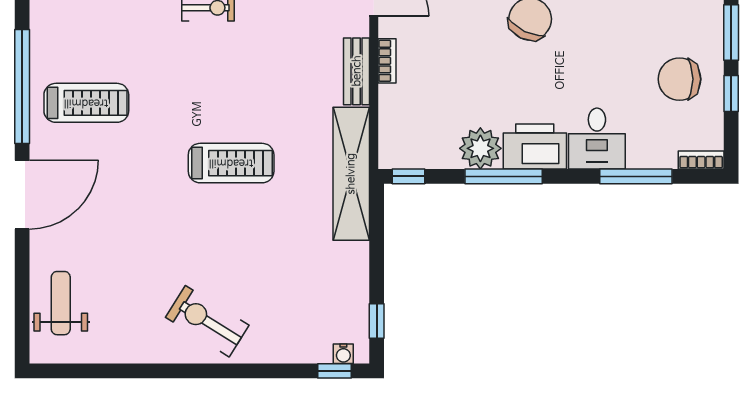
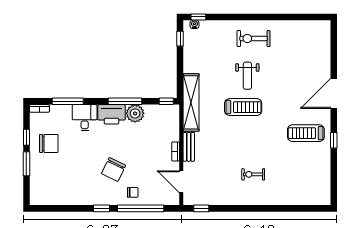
window: (22, 87) -> (334, 140), width x0.32
treadmill: (231, 163) -> (243, 107), turned 180
weight bench: (61, 303) -> (247, 76), moved
exercise bike: (207, 321) -> (253, 39), turned 148

